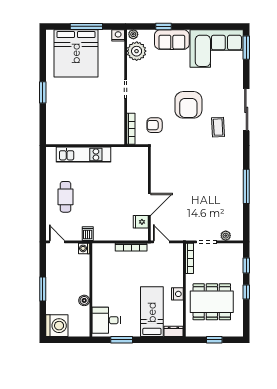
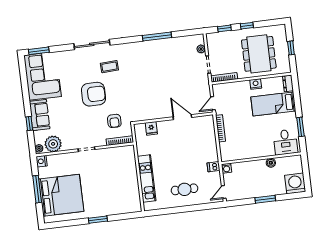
fridge: (141, 222) -> (151, 128), moved

